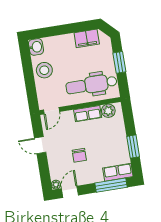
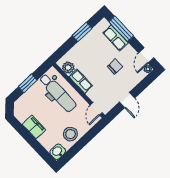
filing cabinet: (87, 38) -> (34, 127), moved
door: (52, 111) -> (96, 109), swing flipped
row of seats: (118, 172) -> (116, 38), moved
door: (70, 192) -> (146, 55), hinge flipped

